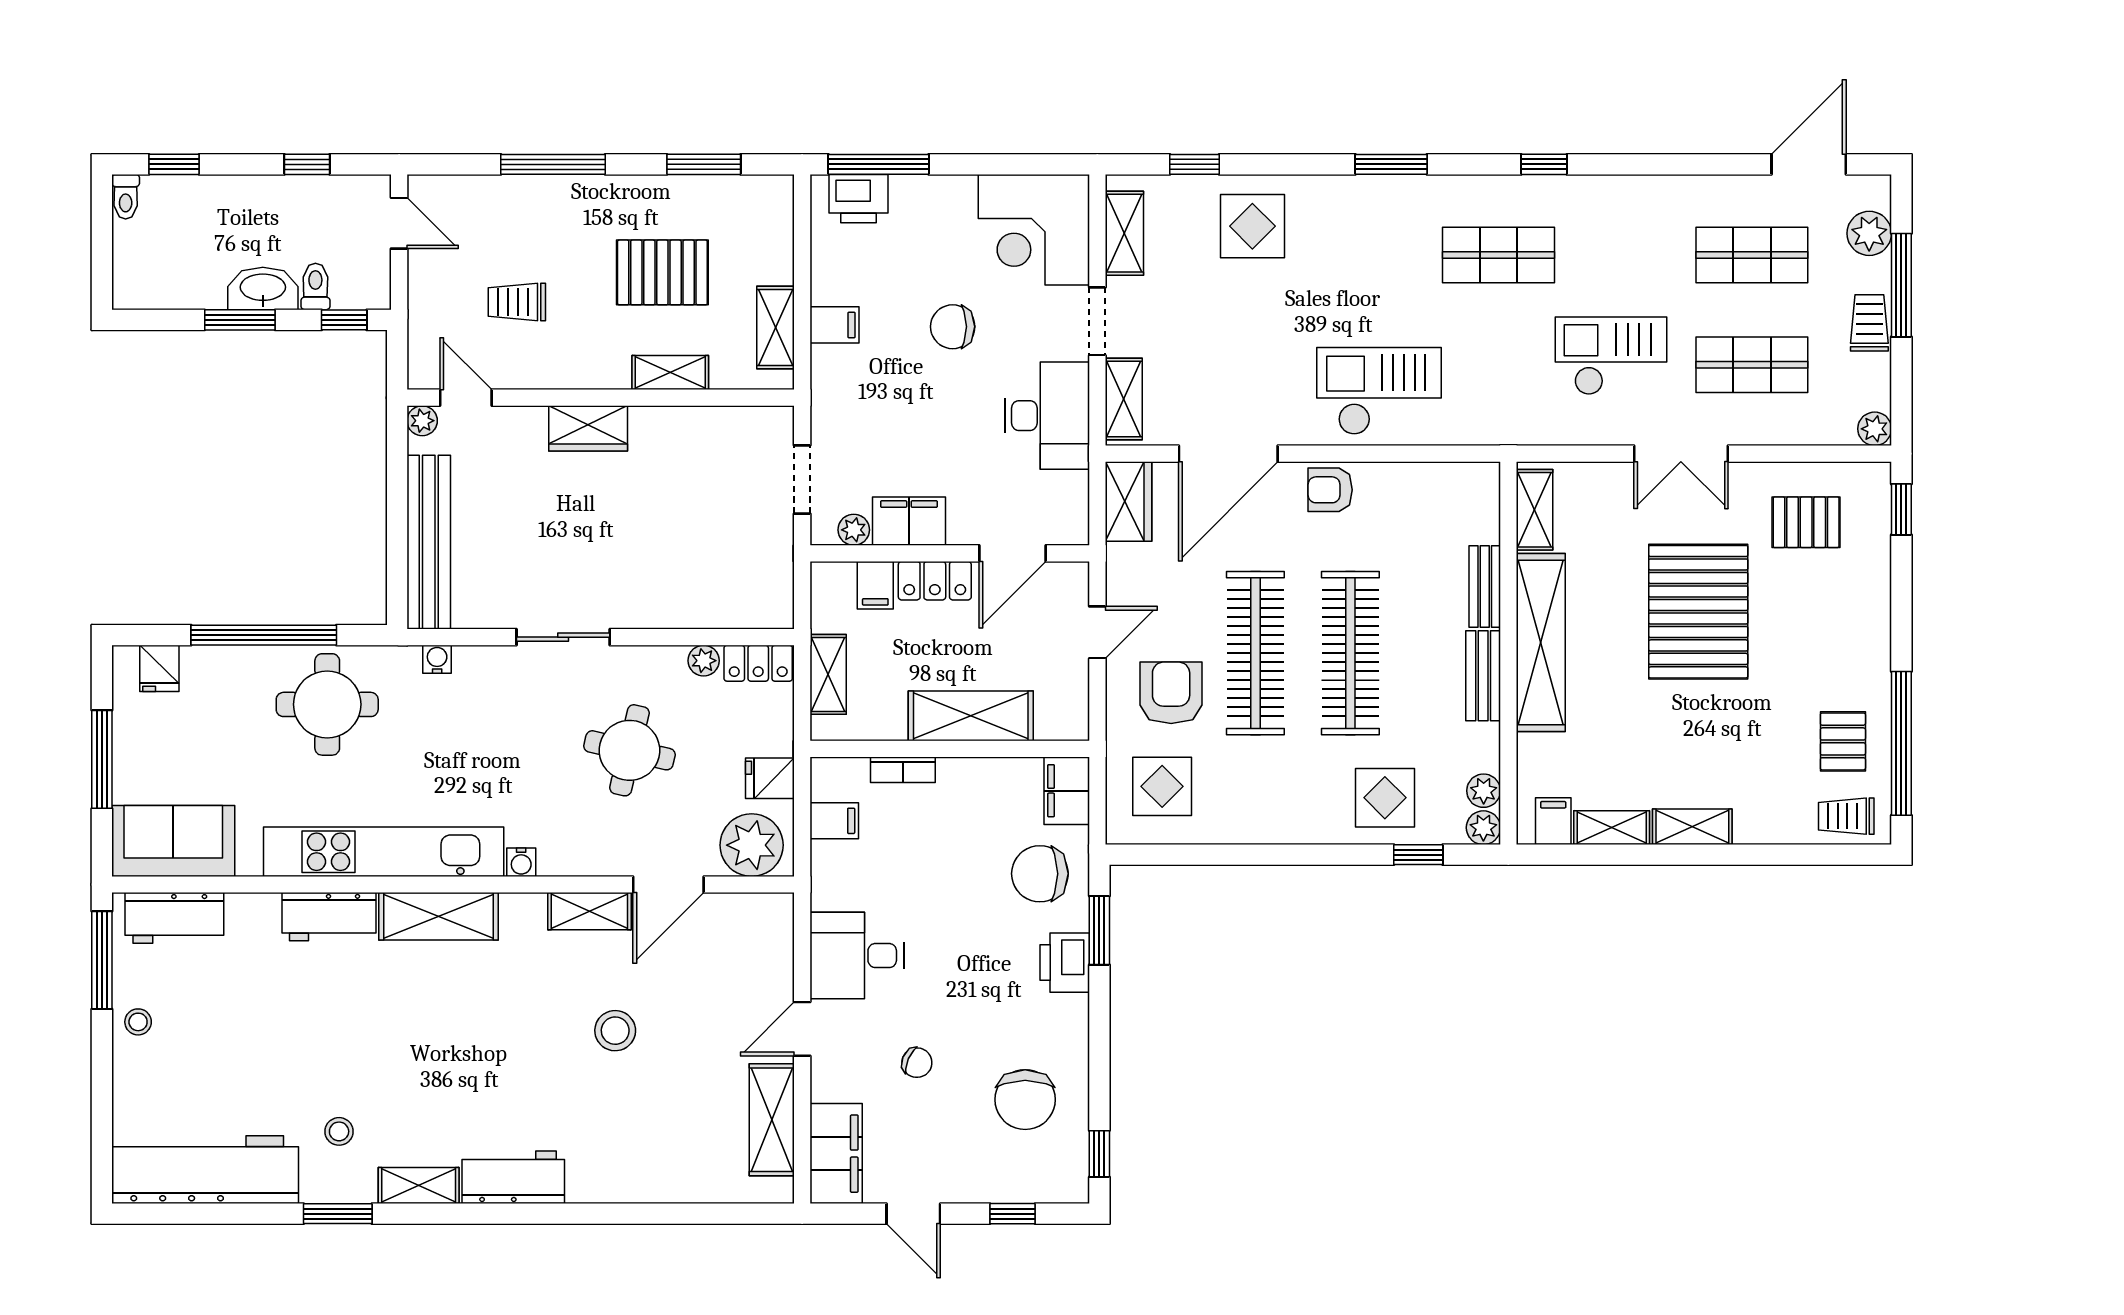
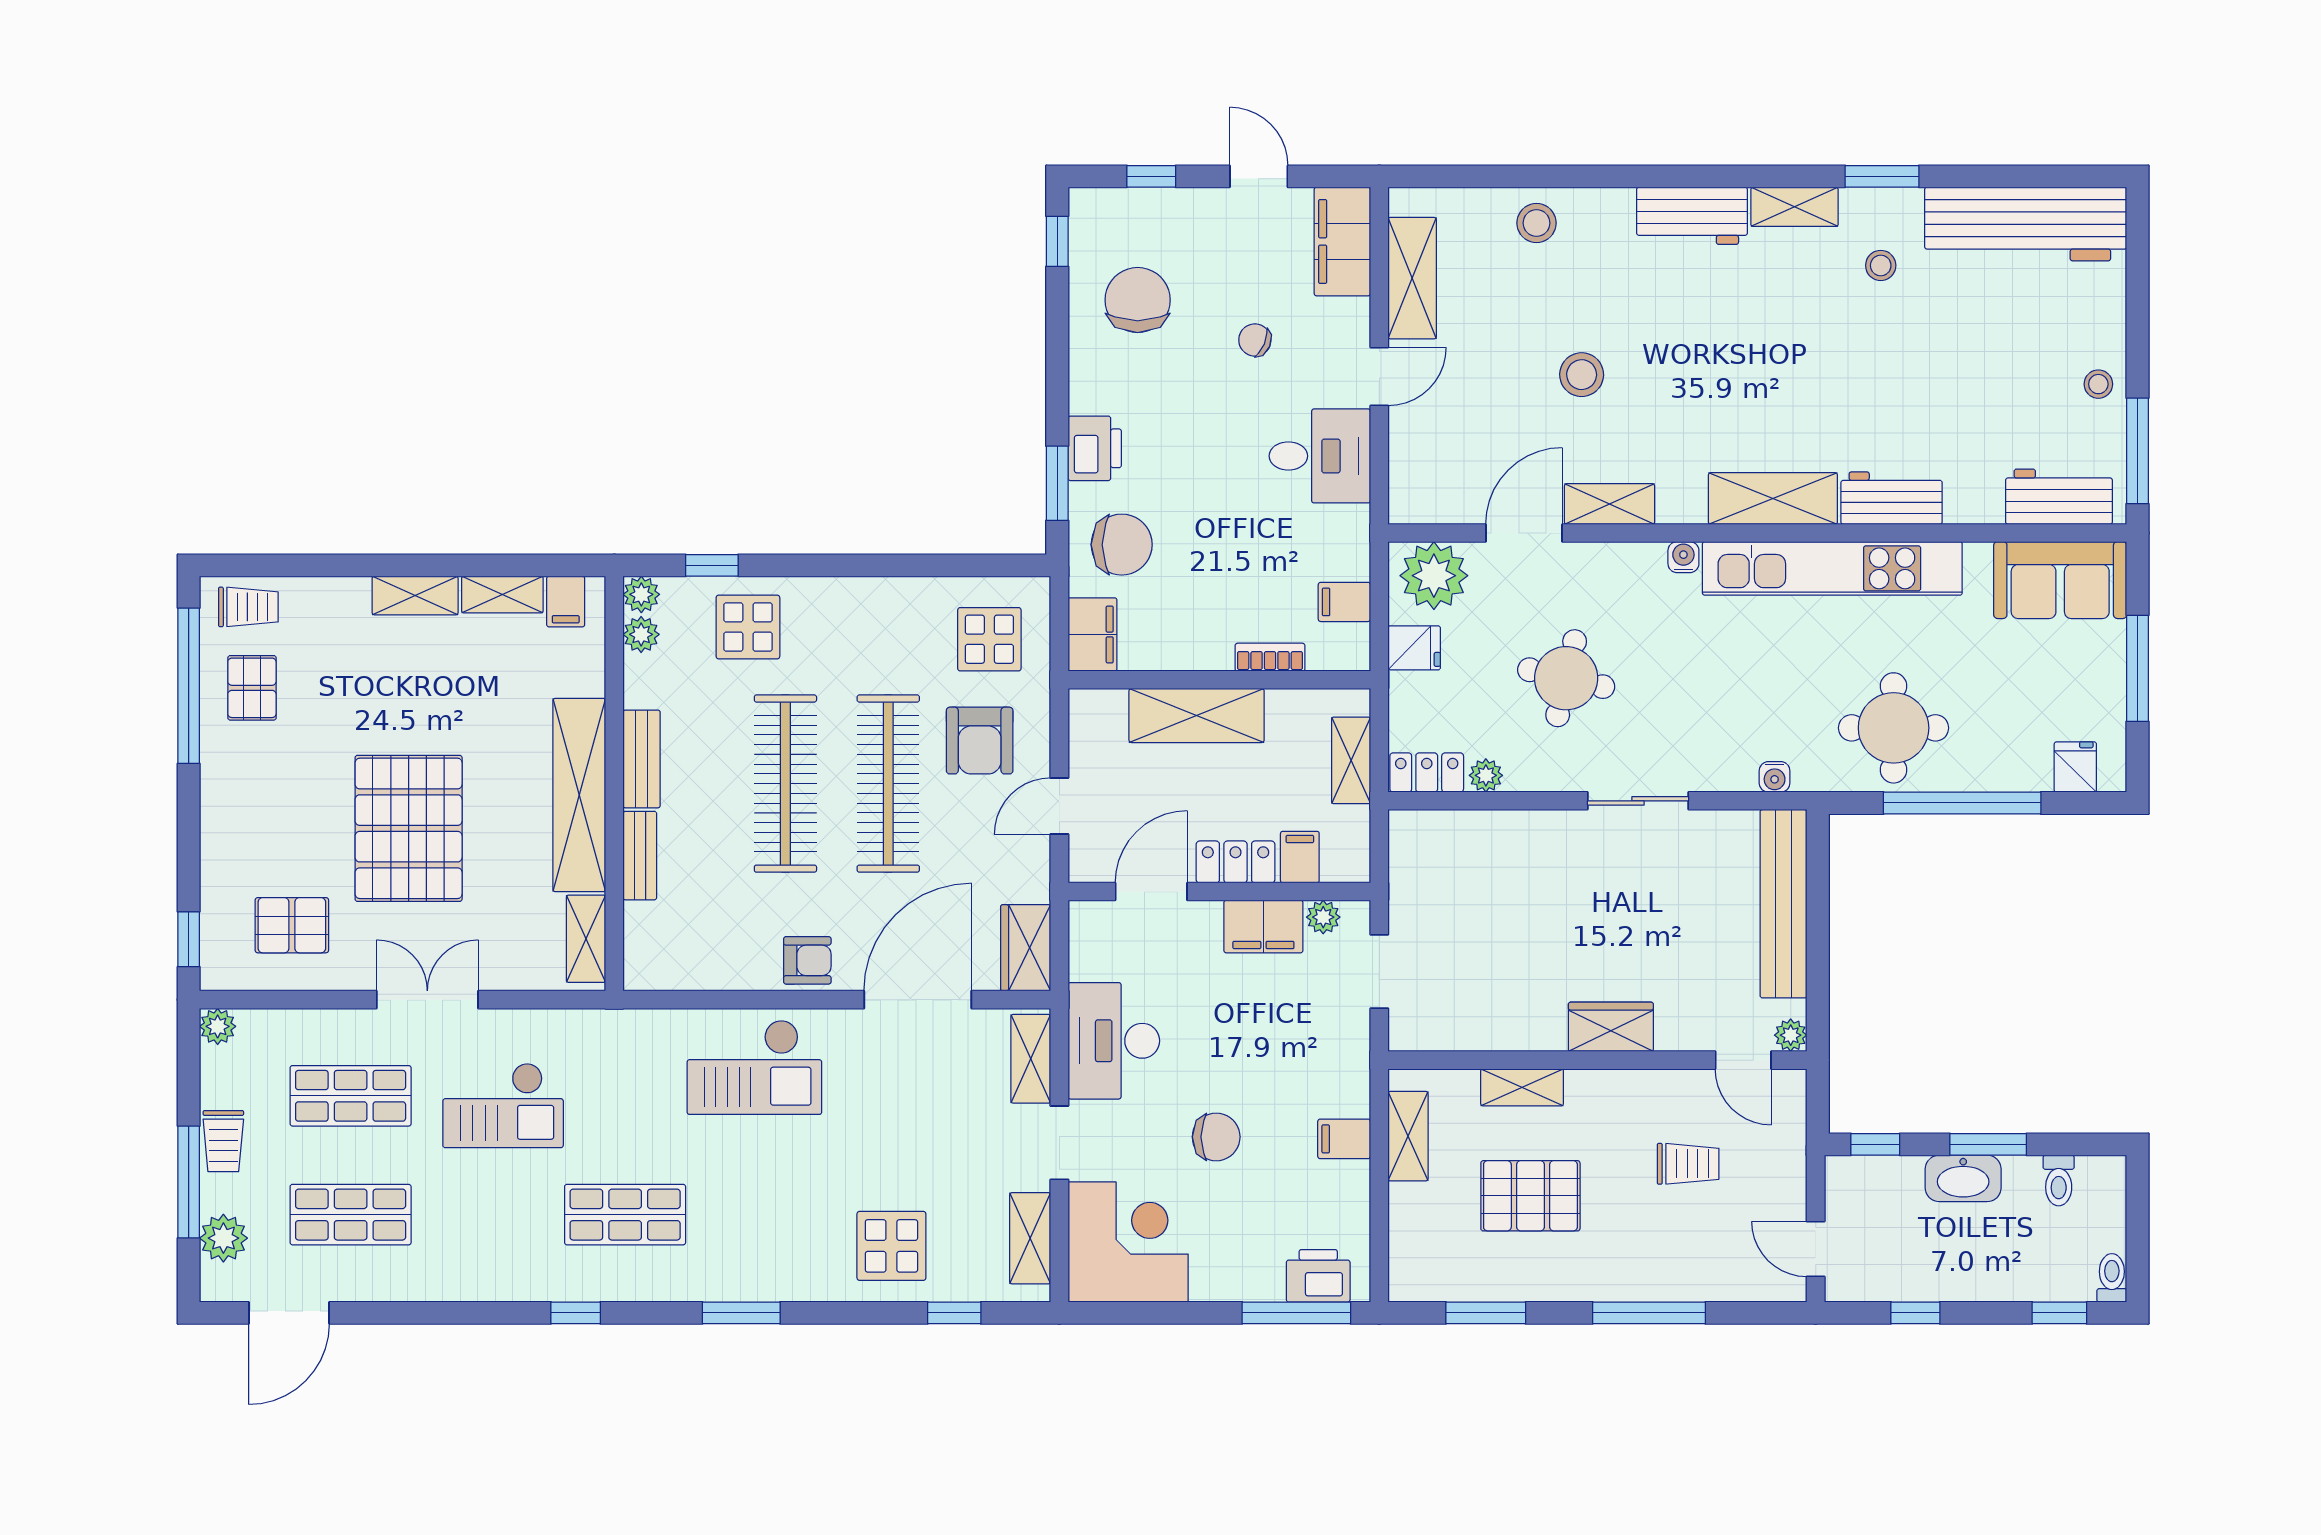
toilet: (315, 287) -> (2059, 1180), moved
stool: (657, 1171) -> (1536, 223), added

